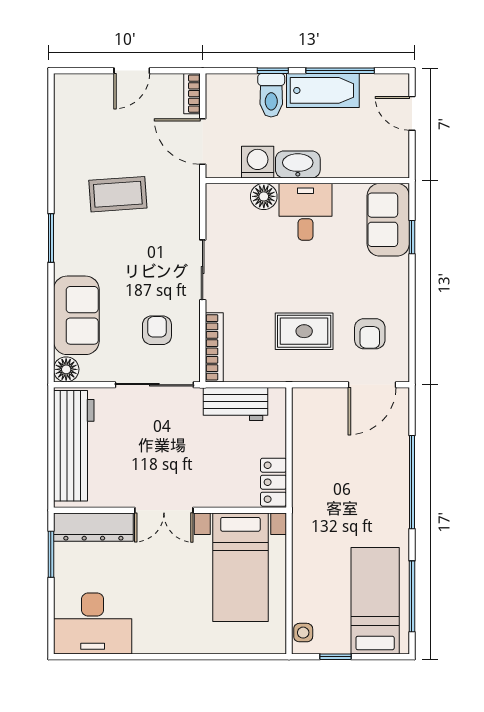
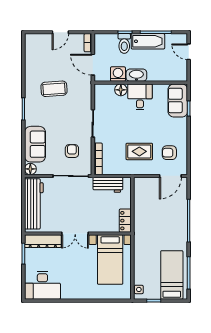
armchair: (370, 334) -> (169, 153), turned 90

